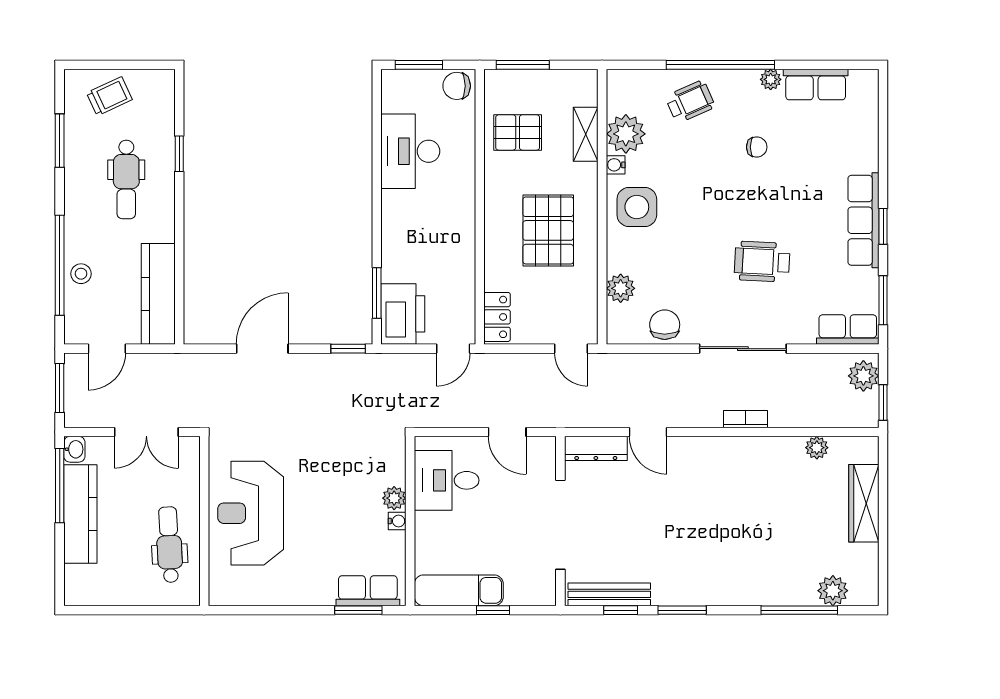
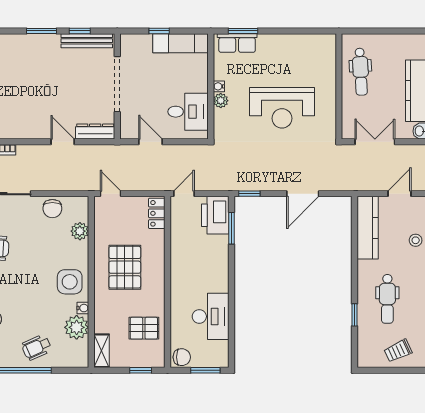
window: (523, 65) -> (141, 370), width x0.67
shelving: (586, 134) -> (101, 351), moved
dental chair: (126, 180) -> (387, 299), turned 180
reception desk: (251, 513) -> (282, 108), moved, turned 90

